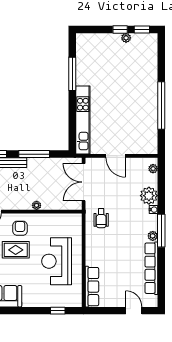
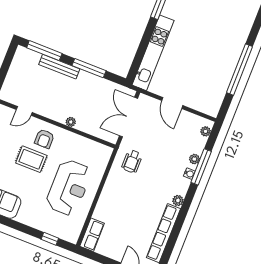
plant: (149, 196) -> (194, 159), width x0.53, depth x0.53
armchair: (20, 228) -> (44, 139), turned 180
window: (161, 231) -> (201, 167), moved
reception desk: (57, 261) -> (69, 188), turned 180
row of seats: (92, 287) -> (92, 235), width x0.68

